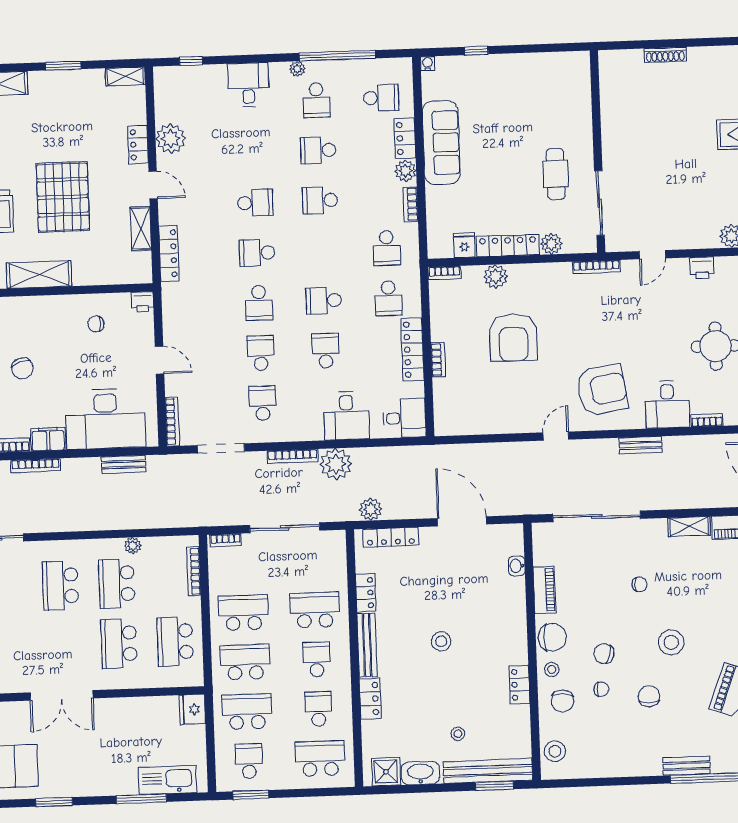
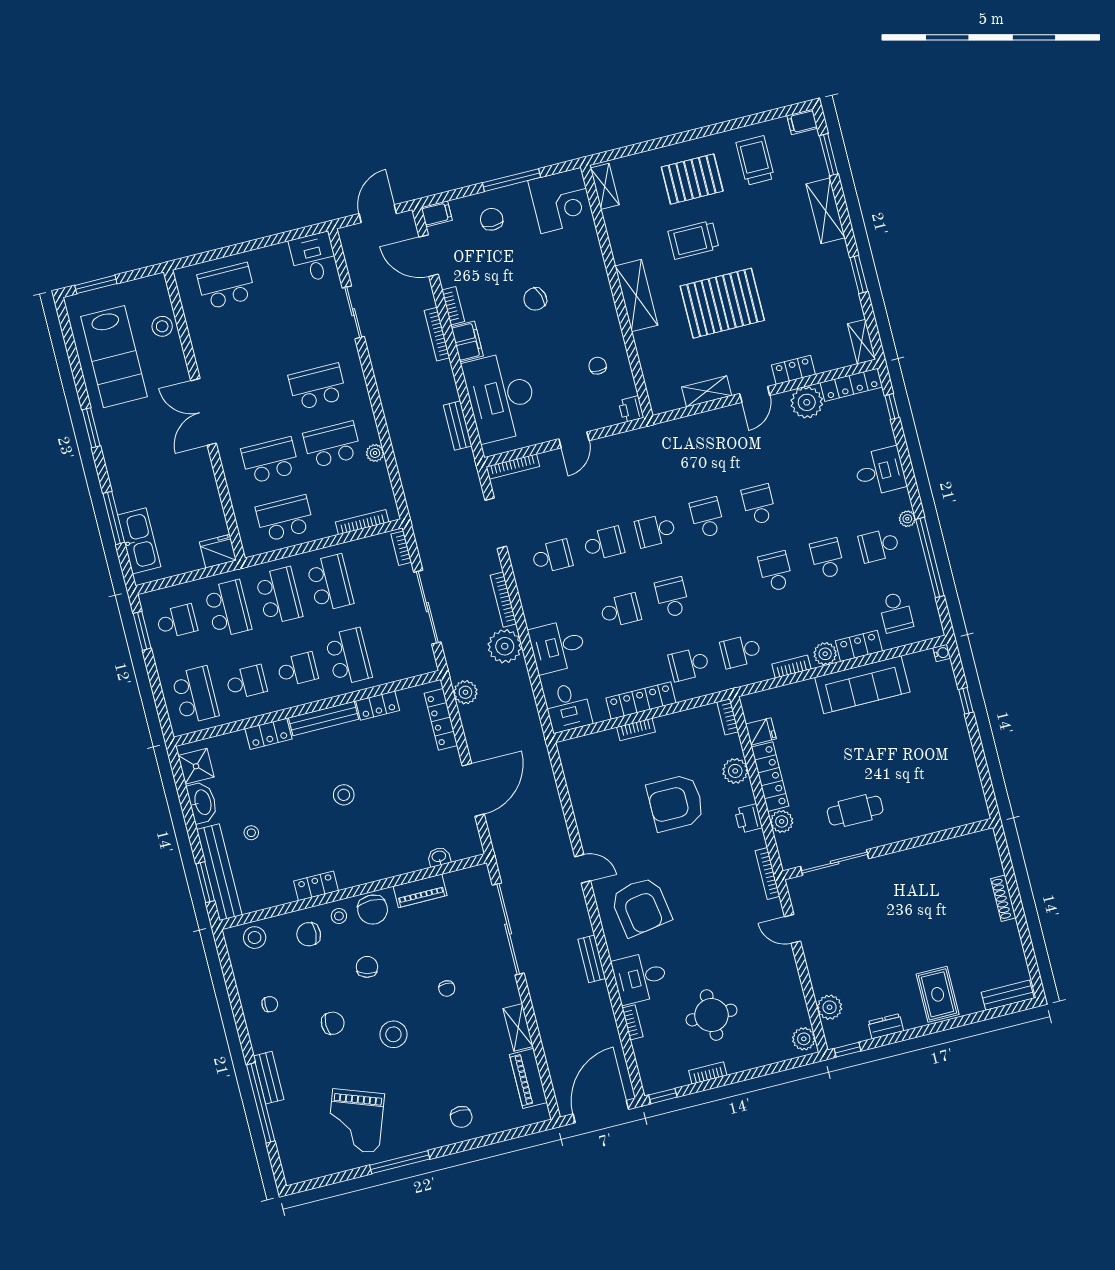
school desk: (255, 203) -> (759, 505), turned 180
locker: (169, 253) -> (851, 385), moved
printer: (702, 268) -> (748, 818), moved
chair: (601, 689) -> (270, 1004), moved, turned -90

